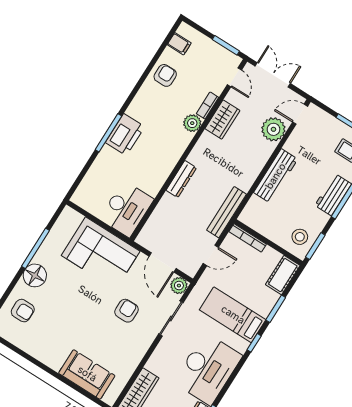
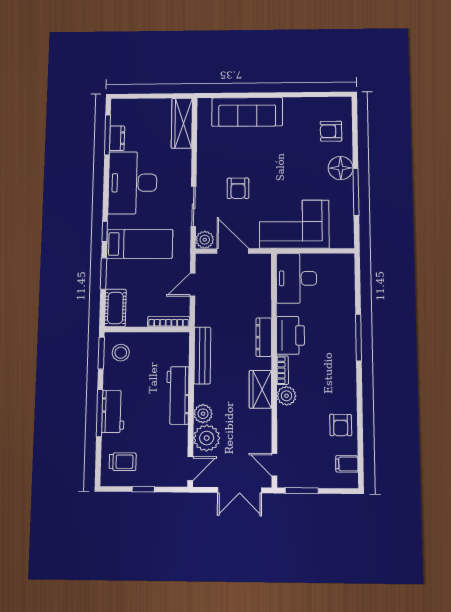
bookcase: (208, 105) -> (283, 370), moved
wardrobe: (222, 120) -> (260, 389), moved
printer: (125, 135) -> (290, 335), moved, turned 180
plant: (265, 150) -> (203, 414), added
bench: (227, 212) -> (202, 355), moved
sofa: (87, 374) -> (247, 112), width x1.36

